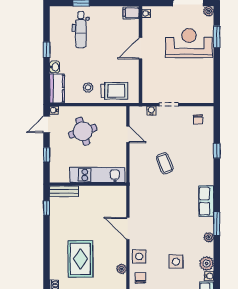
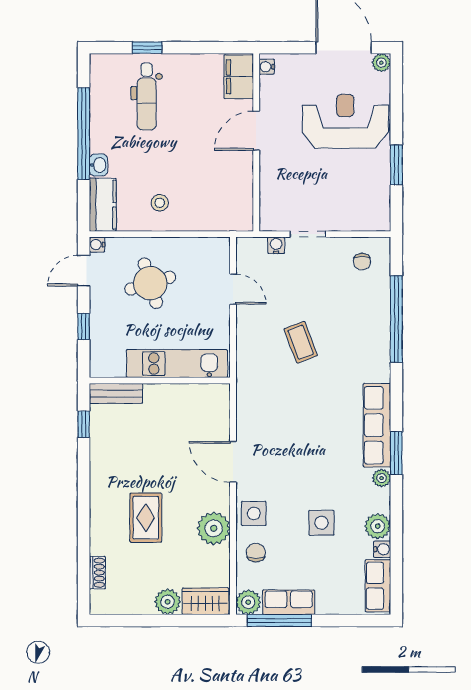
filing cabinet: (131, 13) -> (239, 77), width x2.00
window: (217, 37) -> (396, 165), moved
window: (47, 50) -> (84, 134), width x3.17
trolley: (114, 91) -> (208, 209), removed
window: (217, 151) -> (396, 319), width x3.17
row of seats: (206, 201) -> (377, 425), width x1.48
rug: (80, 259) -> (146, 518), width x0.73, depth x0.70
plant: (122, 269) -> (214, 528), width x1.88, depth x1.88

